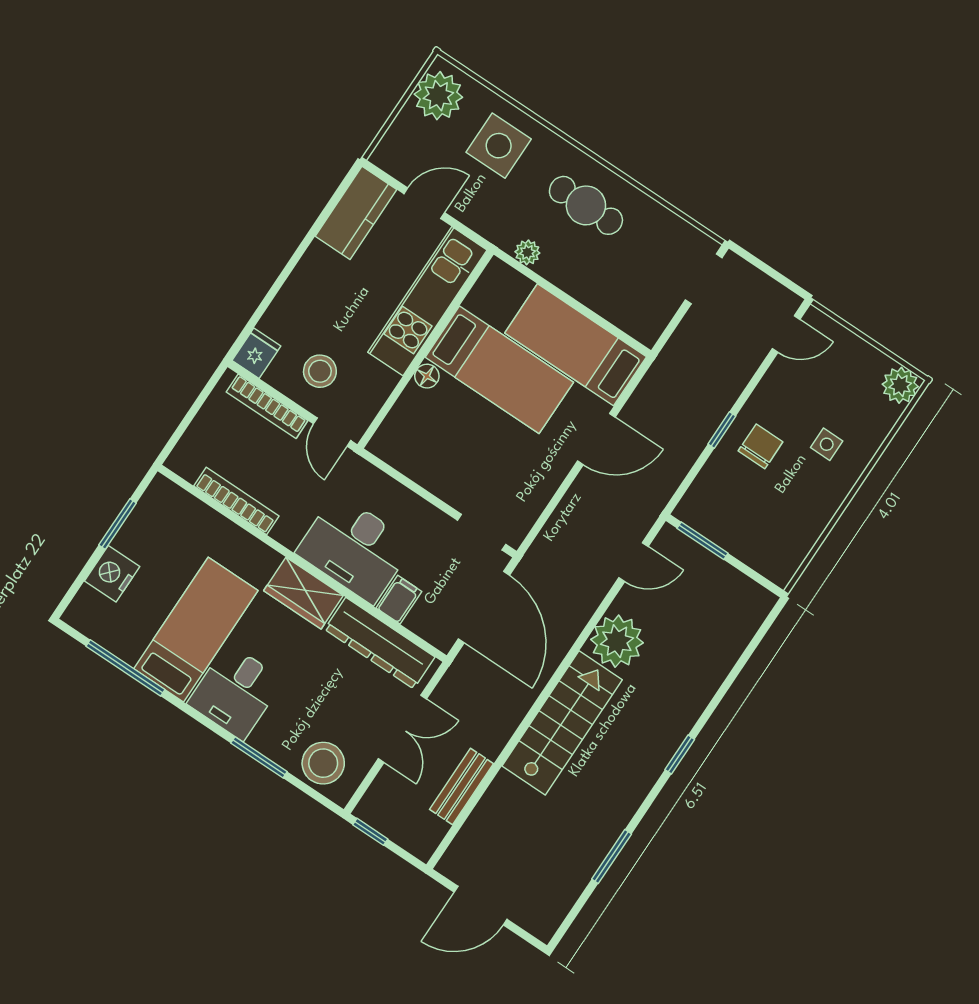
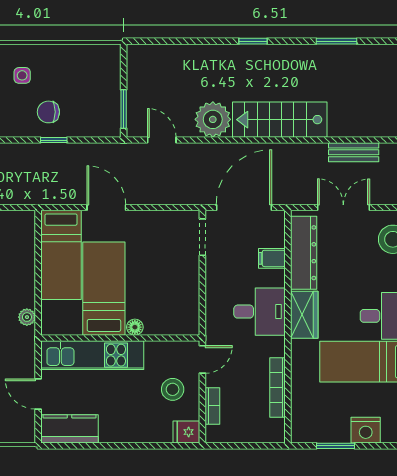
bookcase: (267, 406) -> (212, 406), width x0.64
desk: (355, 548) -> (260, 312), width x0.73

